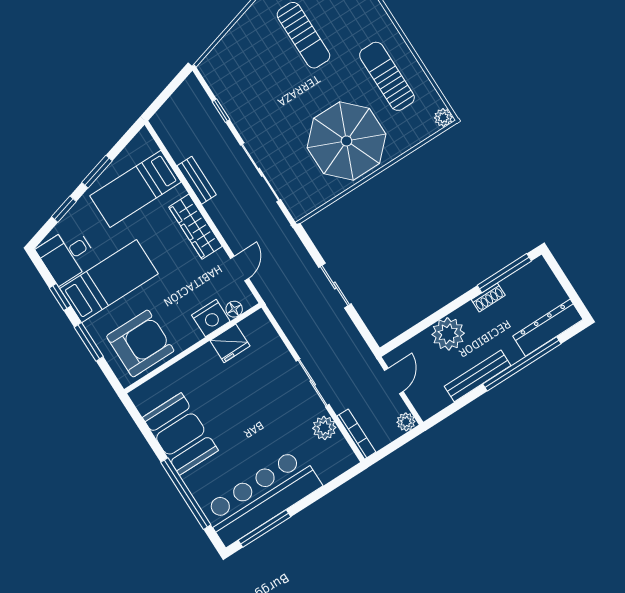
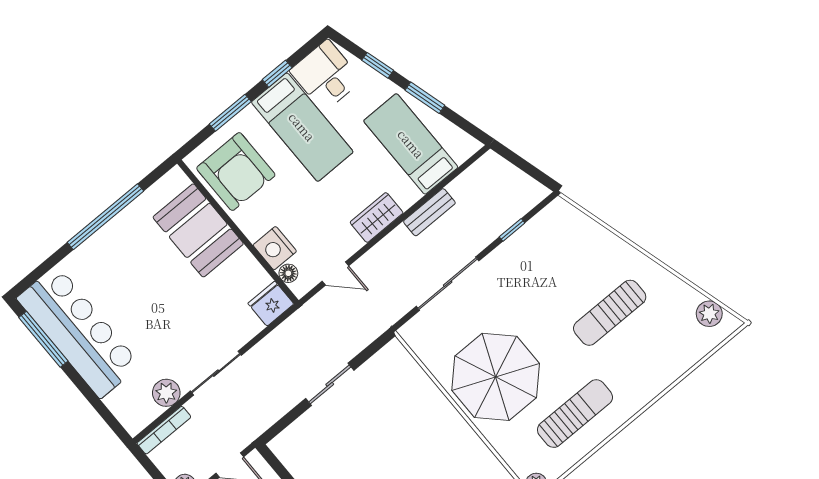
wardrobe: (195, 227) -> (377, 217), width x0.67
fridge: (230, 343) -> (271, 304), moved, turned 90
booth: (180, 434) -> (198, 230), moved, turned 90
window: (186, 494) -> (105, 217), moved

